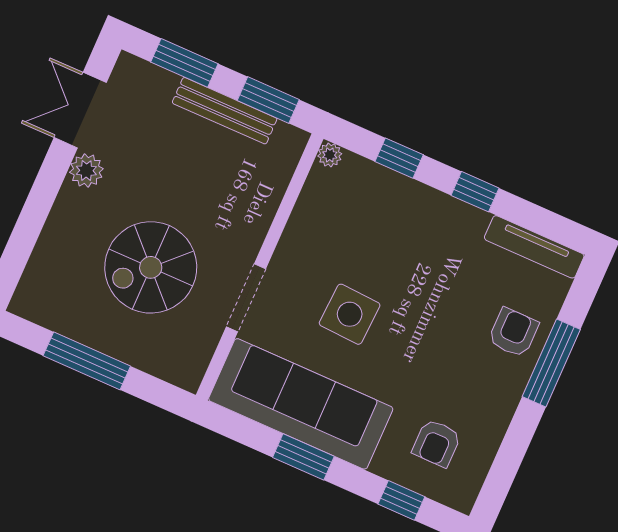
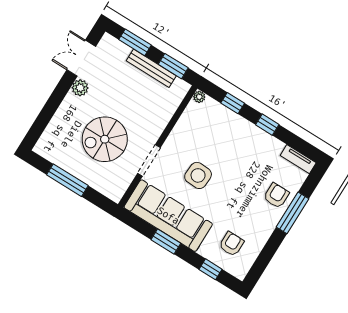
tv unit: (534, 247) -> (298, 159), width x0.71
armchair: (437, 443) -> (231, 244), turned 180

